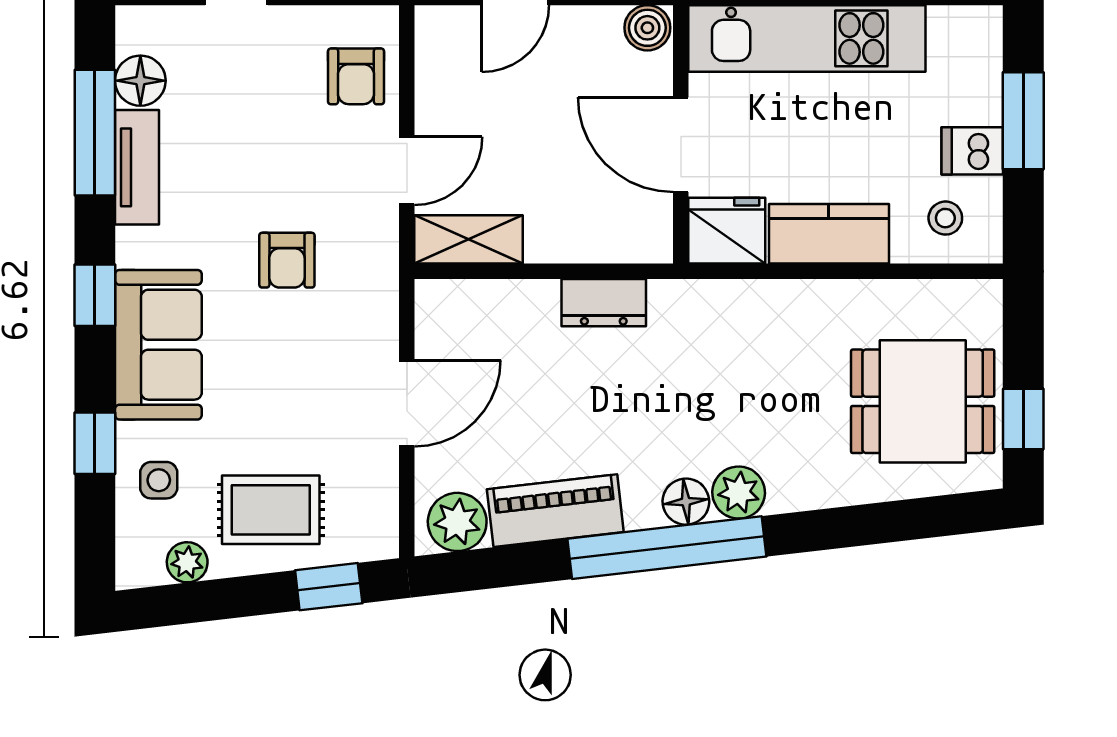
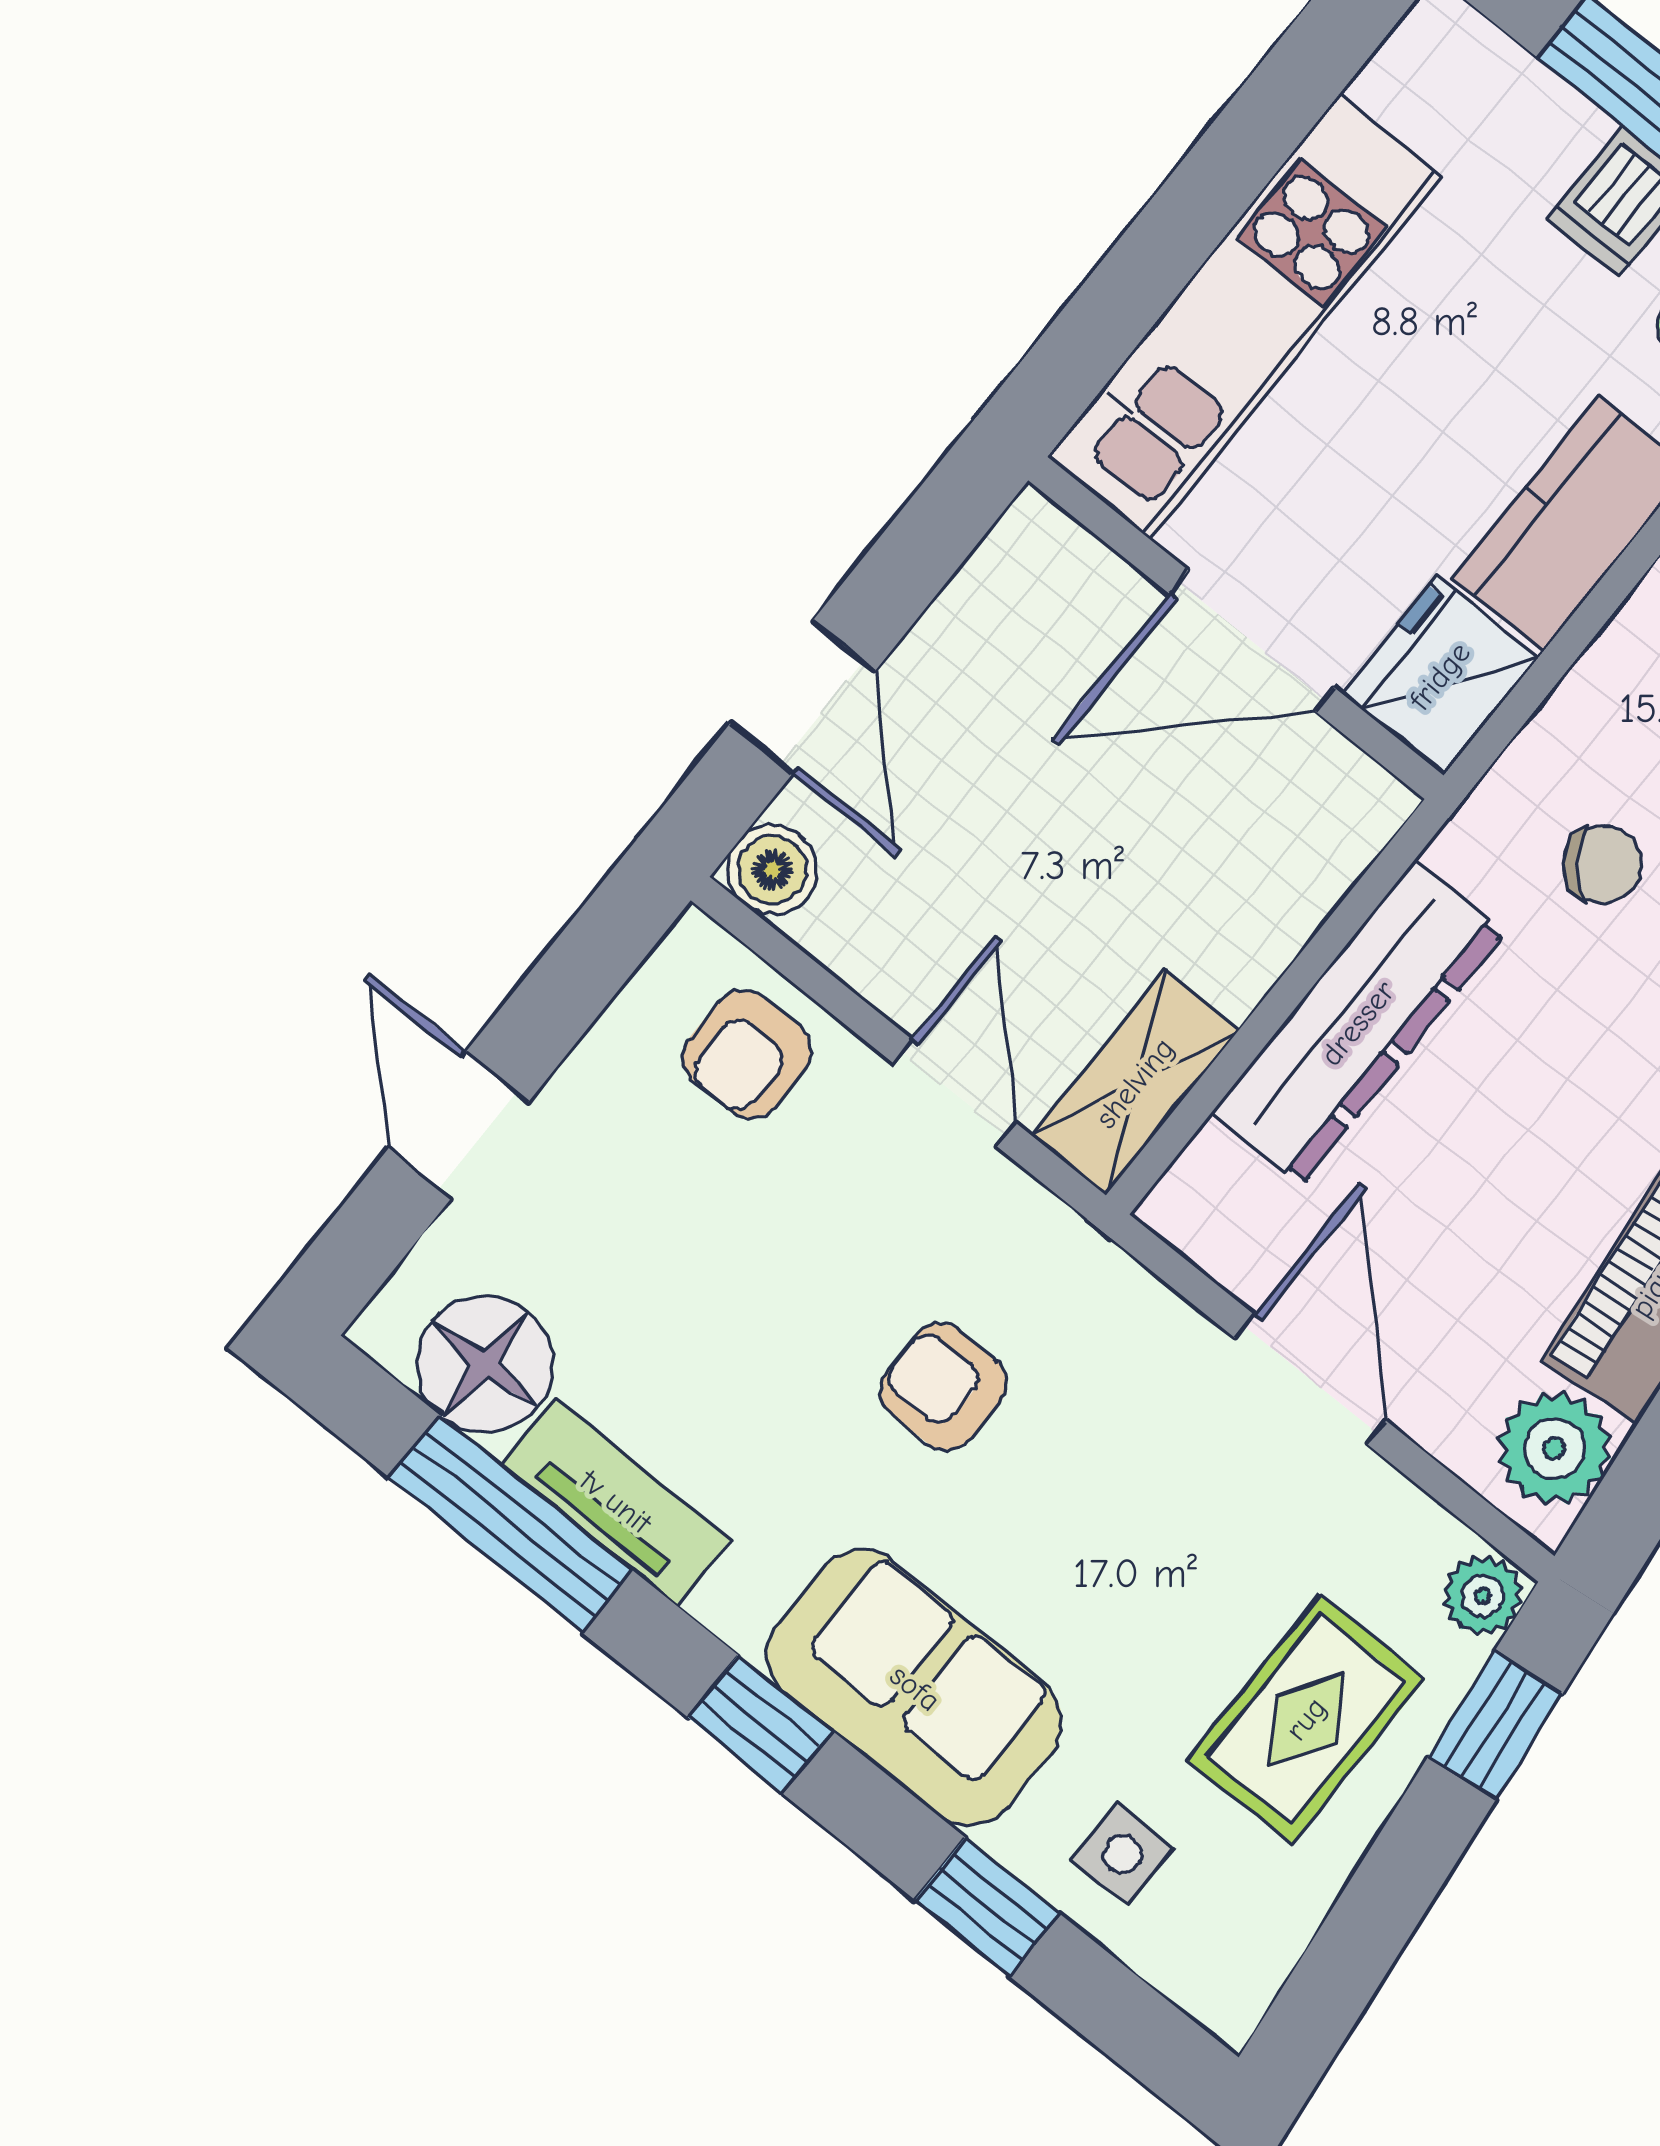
boiler: (647, 28) -> (772, 870), moved
armchair: (356, 76) -> (747, 1054), turned 90
floor lamp: (140, 81) -> (485, 1364), width x1.38, depth x1.38
armchair: (287, 260) -> (943, 1387), turned 180
dresser: (604, 303) -> (1358, 1023), width x1.96, depth x1.24
chair: (704, 355) -> (1602, 865), added
plant: (187, 562) -> (1483, 1596), moved

